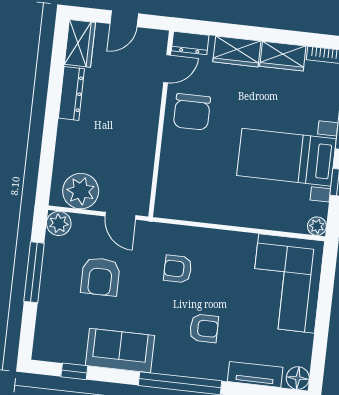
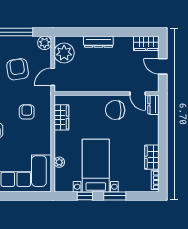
wardrobe: (237, 51) -> (61, 117), moved, turned 180
dresser: (71, 93) -> (98, 42), moved
plant: (317, 226) -> (59, 162), moved
armchair: (100, 277) -> (18, 69), turned 81

